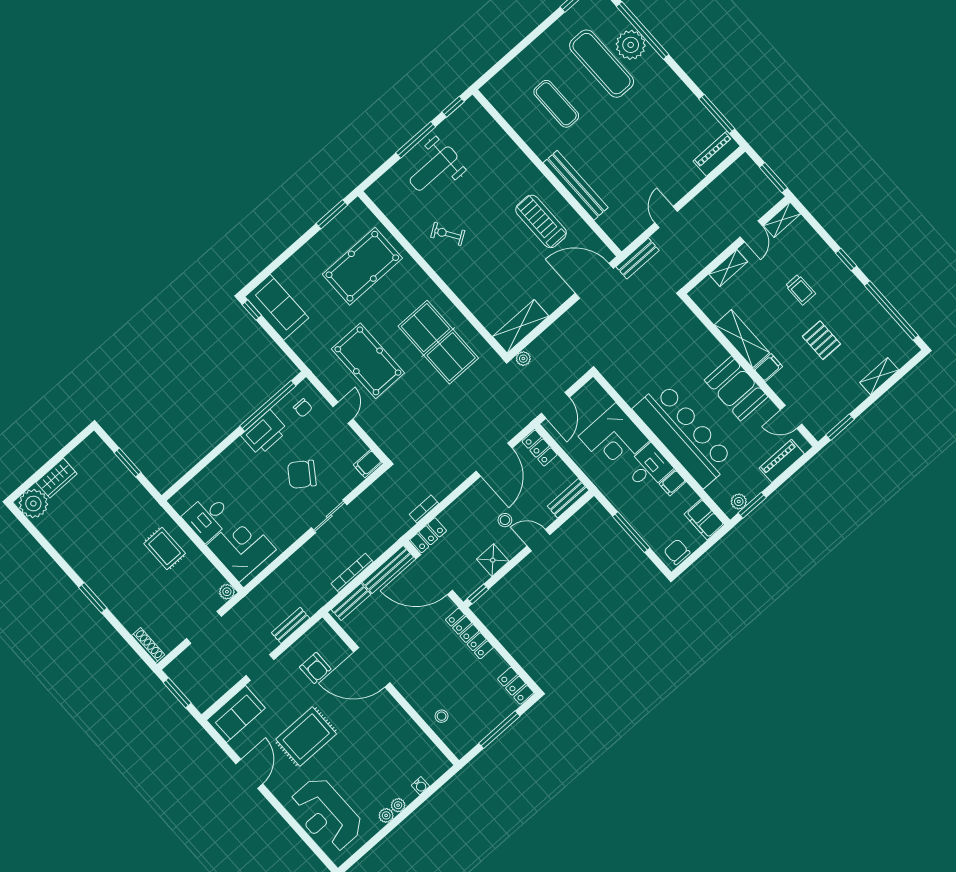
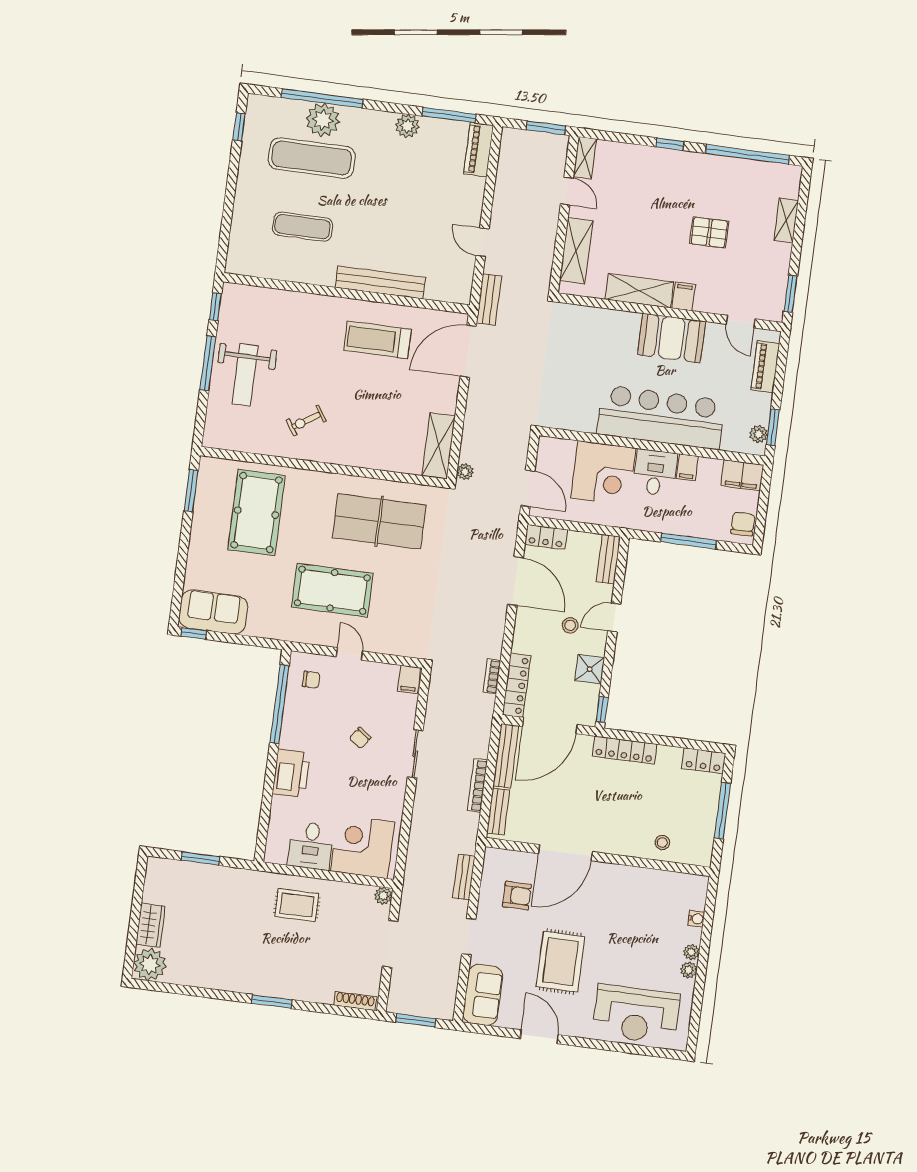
plant: (683, 97) -> (407, 126), added
shelving: (728, 268) -> (576, 251), width x1.50, depth x1.33
trolley: (800, 290) -> (653, 204), removed
door: (791, 417) -> (741, 322), hinge flipped
printer: (264, 433) -> (291, 773), moved
chair: (302, 474) -> (360, 738), width x0.54, depth x0.54
locker: (428, 535) -> (517, 685), width x1.53
chair: (677, 552) -> (743, 524), turned 90

